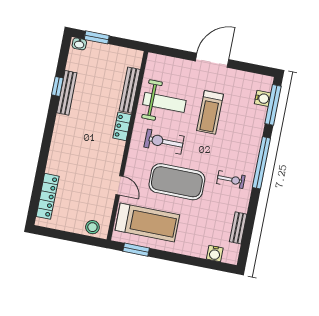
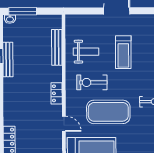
window: (97, 37) -> (23, 11), width x1.44
weight bench: (164, 102) -> (86, 52), width x0.73, depth x0.75
locker: (122, 126) -> (57, 93), moved

